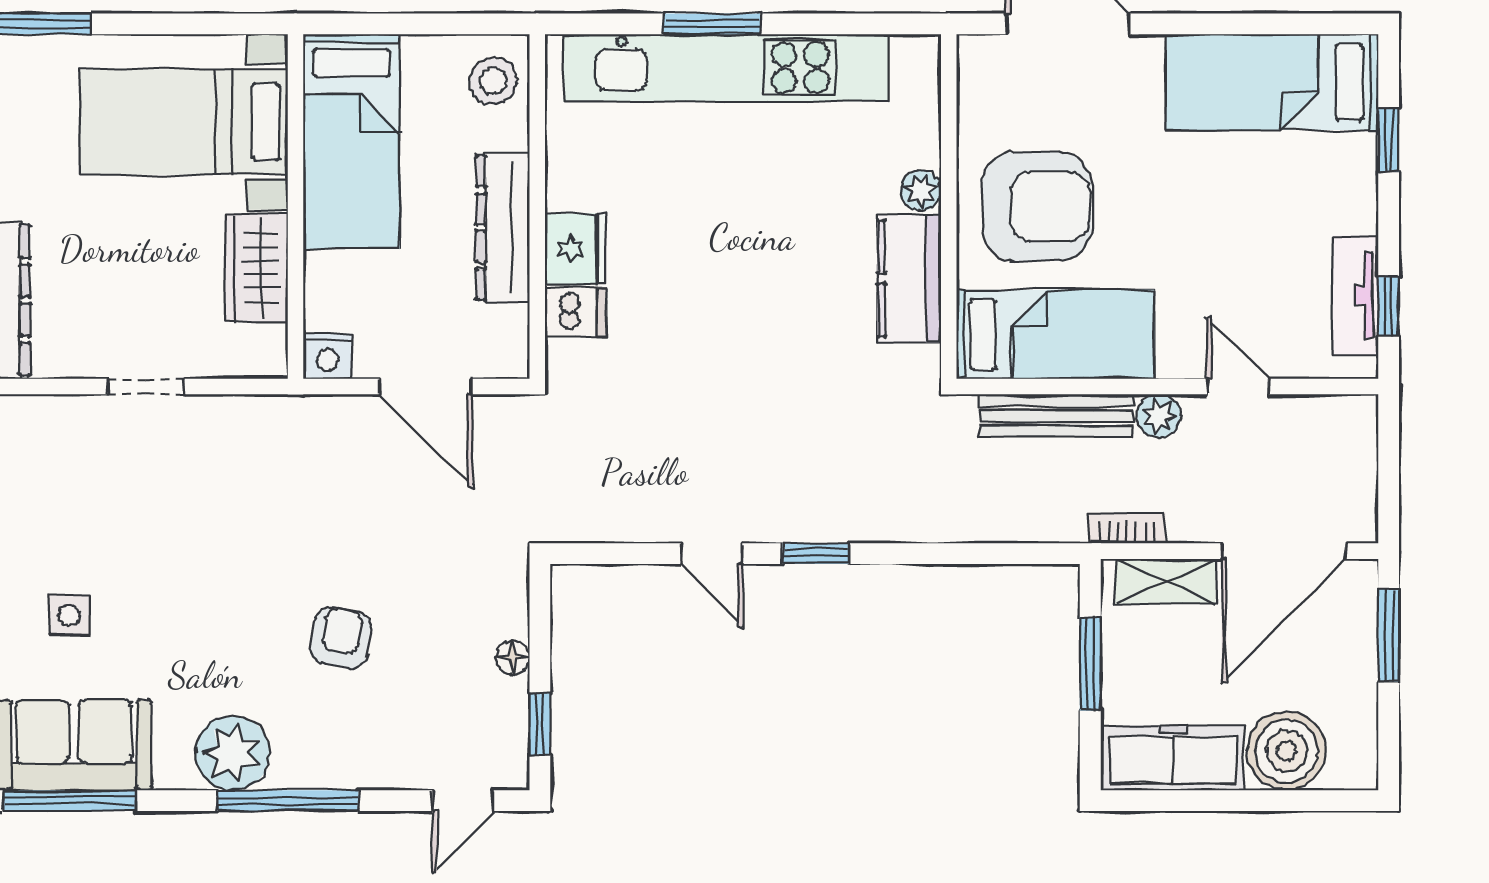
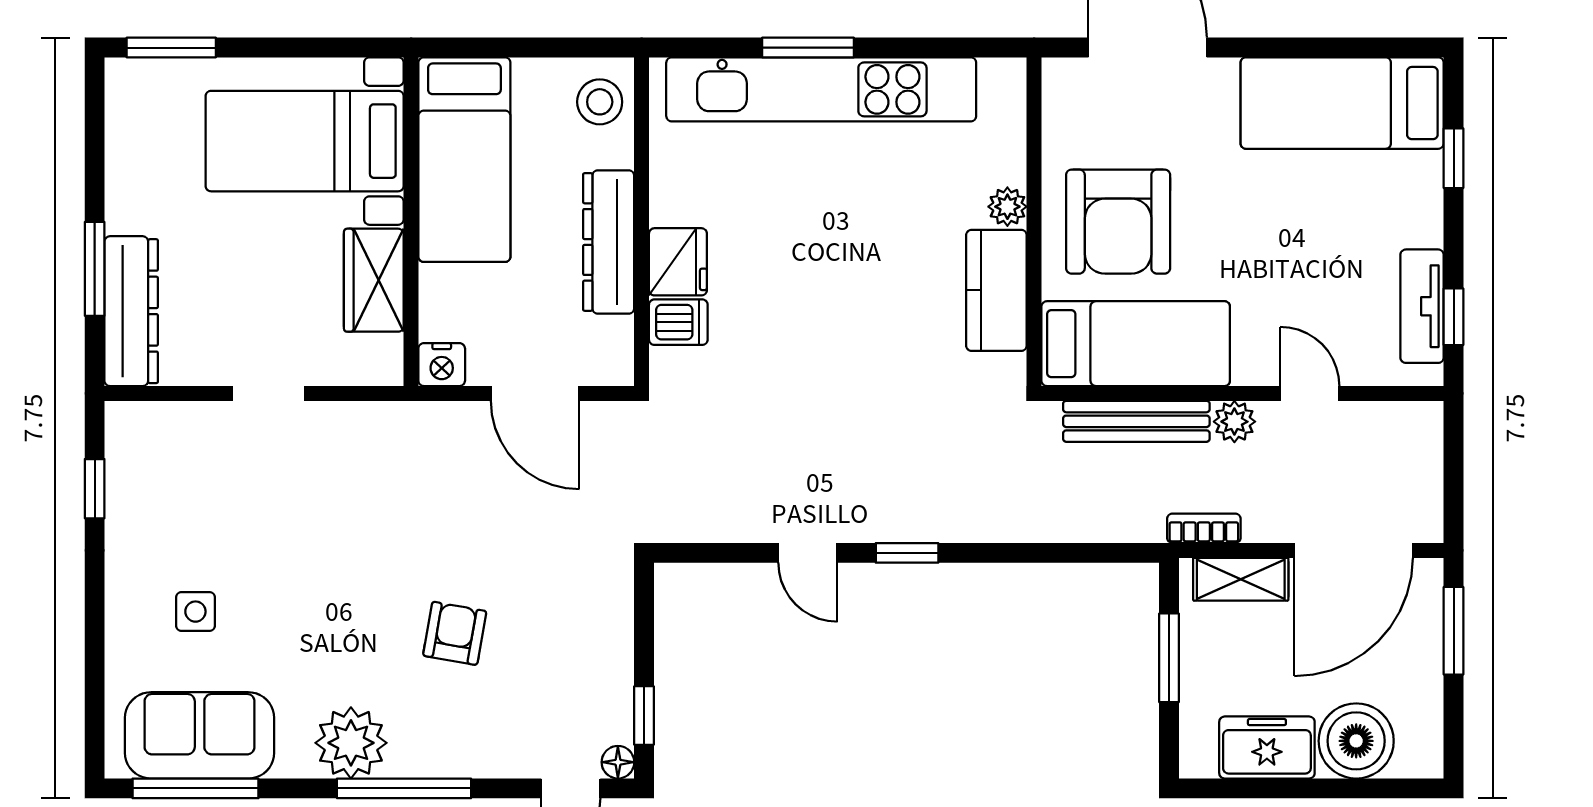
armchair: (1037, 206) -> (1118, 222), turned 90
floor lamp: (512, 657) -> (618, 762), moved
freezer: (1173, 758) -> (1267, 747), width x0.71

